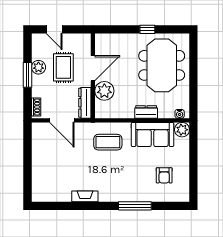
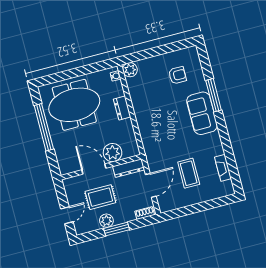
window: (147, 29) -> (44, 127), width x3.17
sofa: (153, 135) -> (202, 113), moved, turned 180
coffee table: (108, 142) -> (189, 173), moved
fireplace: (85, 196) -> (223, 168), moved

